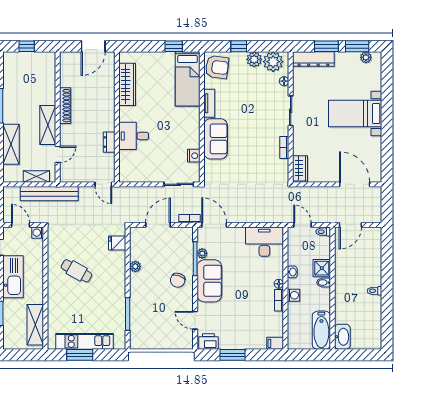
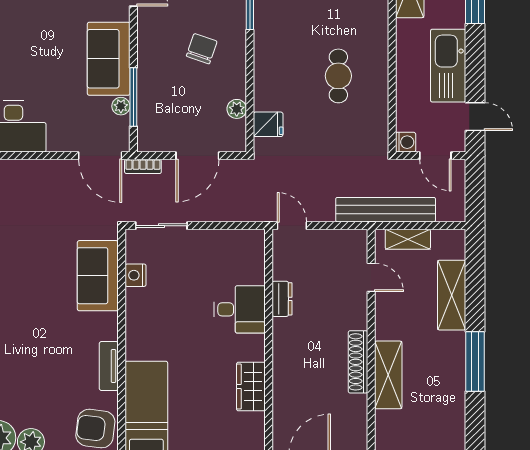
wardrobe: (127, 84) -> (251, 386), width x0.67
shelving: (48, 125) -> (388, 375), moved
sofa: (216, 139) -> (98, 276), moved
door: (58, 154) -> (371, 277), swing flipped
plant: (135, 266) -> (237, 109), moved
cafe table: (77, 271) -> (338, 76), turned 61
chair: (178, 280) -> (202, 49), moved

